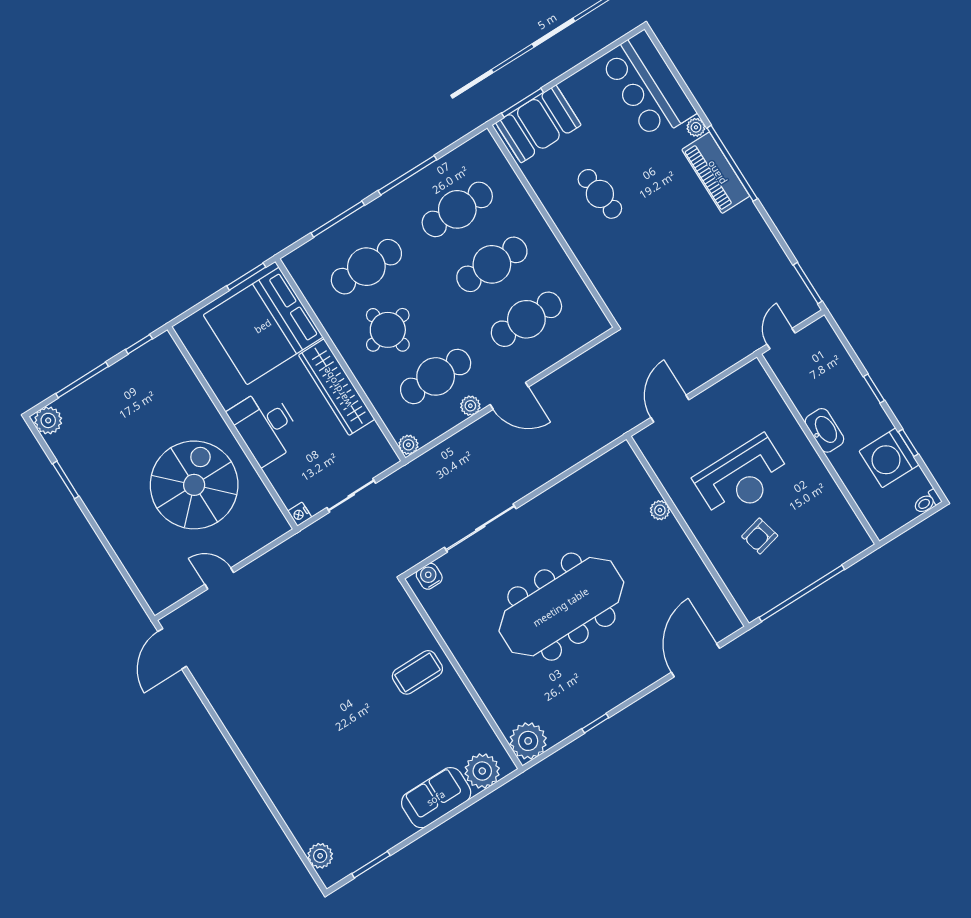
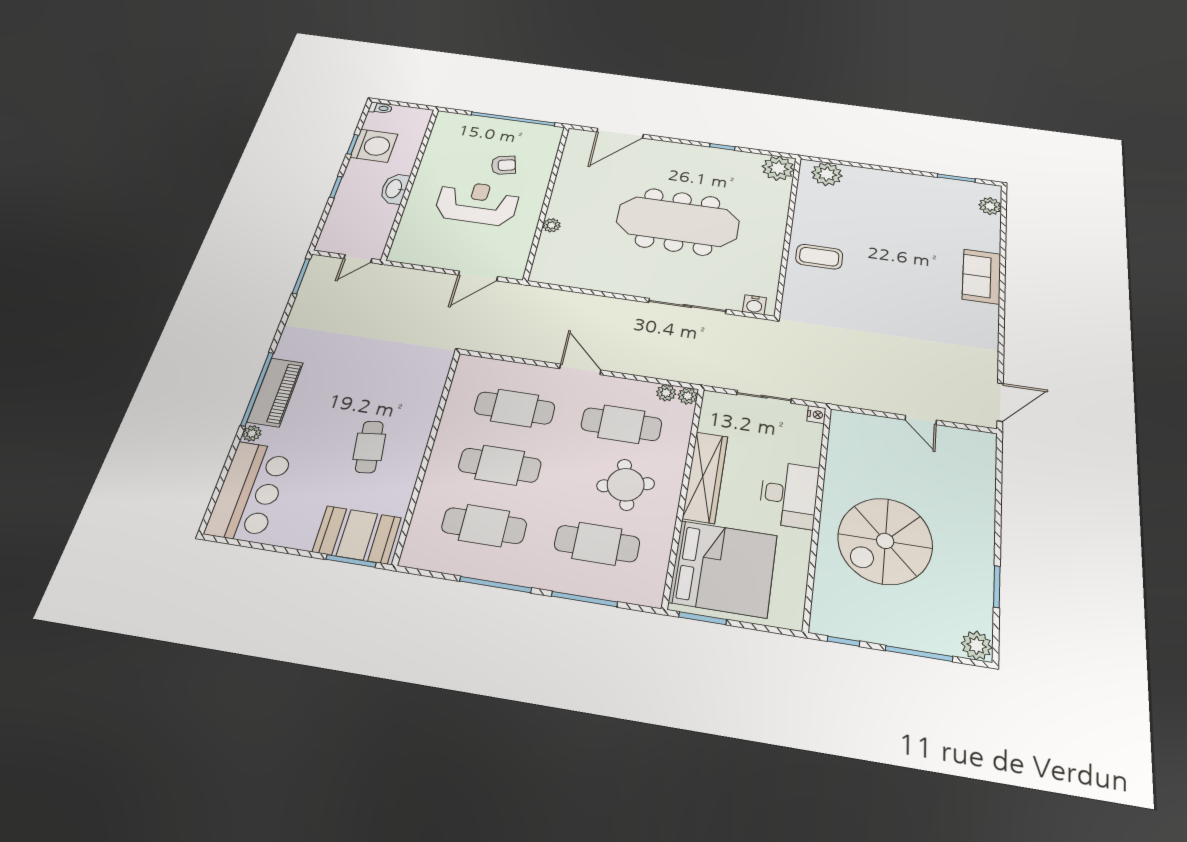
plant: (470, 406) -> (666, 393), moved
spiral stairs: (194, 485) -> (885, 541), moved
sofa: (436, 798) -> (982, 276), moved, turned 90

